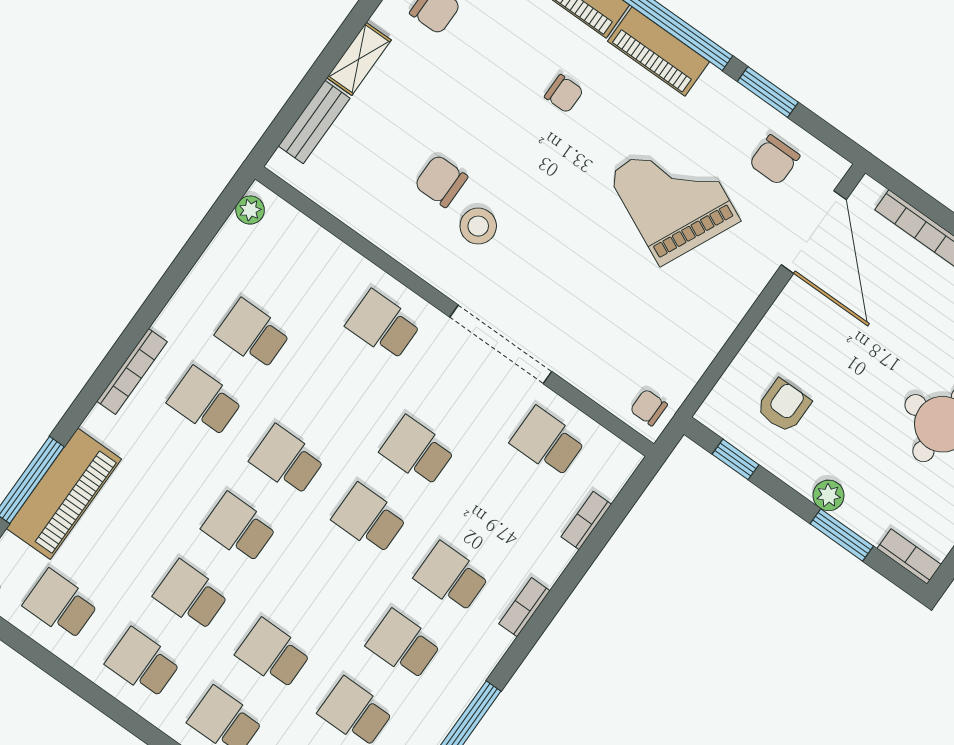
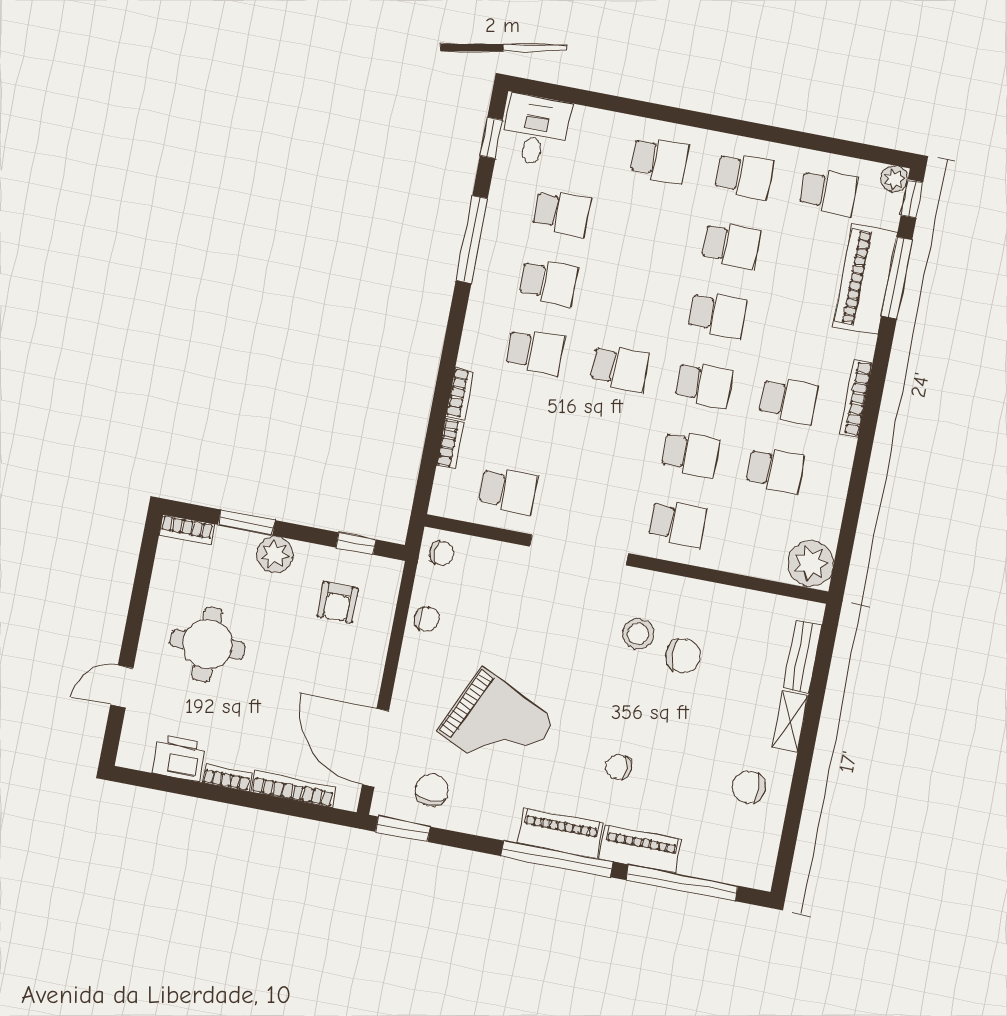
window: (768, 92) -> (403, 829), moved
plant: (250, 210) -> (811, 563), width x1.88, depth x1.88
chair: (697, 345) -> (427, 619), added
school desk: (417, 451) -> (691, 454), moved
plant: (828, 495) -> (275, 554), width x1.38, depth x1.38
bookcase: (524, 607) -> (460, 393), moved
school desk: (273, 654) -> (646, 229), removed

